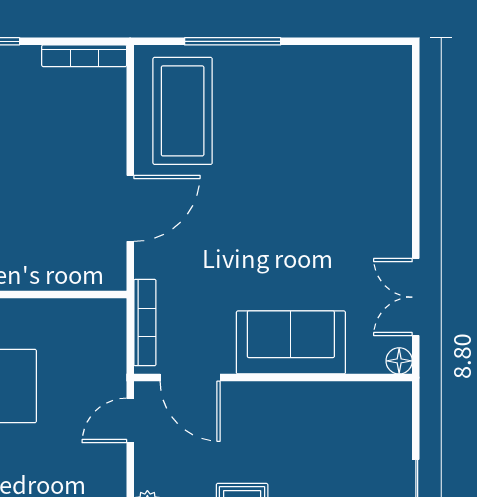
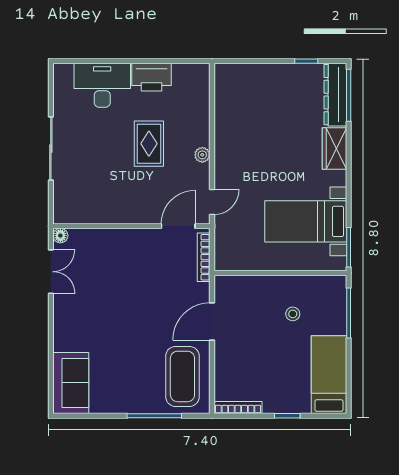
sofa: (291, 342) -> (71, 383), moved, turned -90
door: (190, 378) -> (178, 226), hinge flipped

